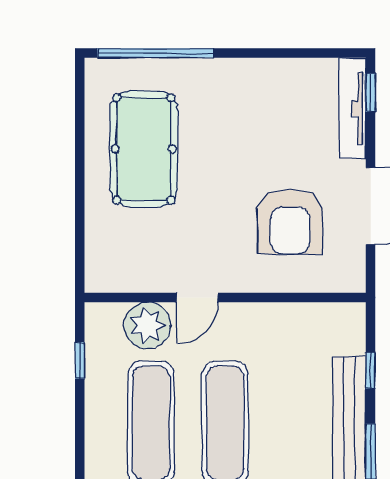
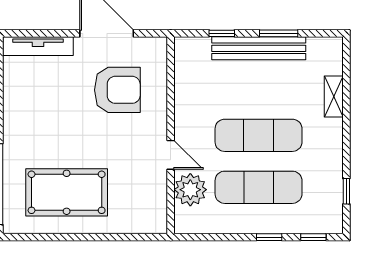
window: (371, 93) -> (27, 33), removed
window: (80, 360) -> (269, 237), moved

